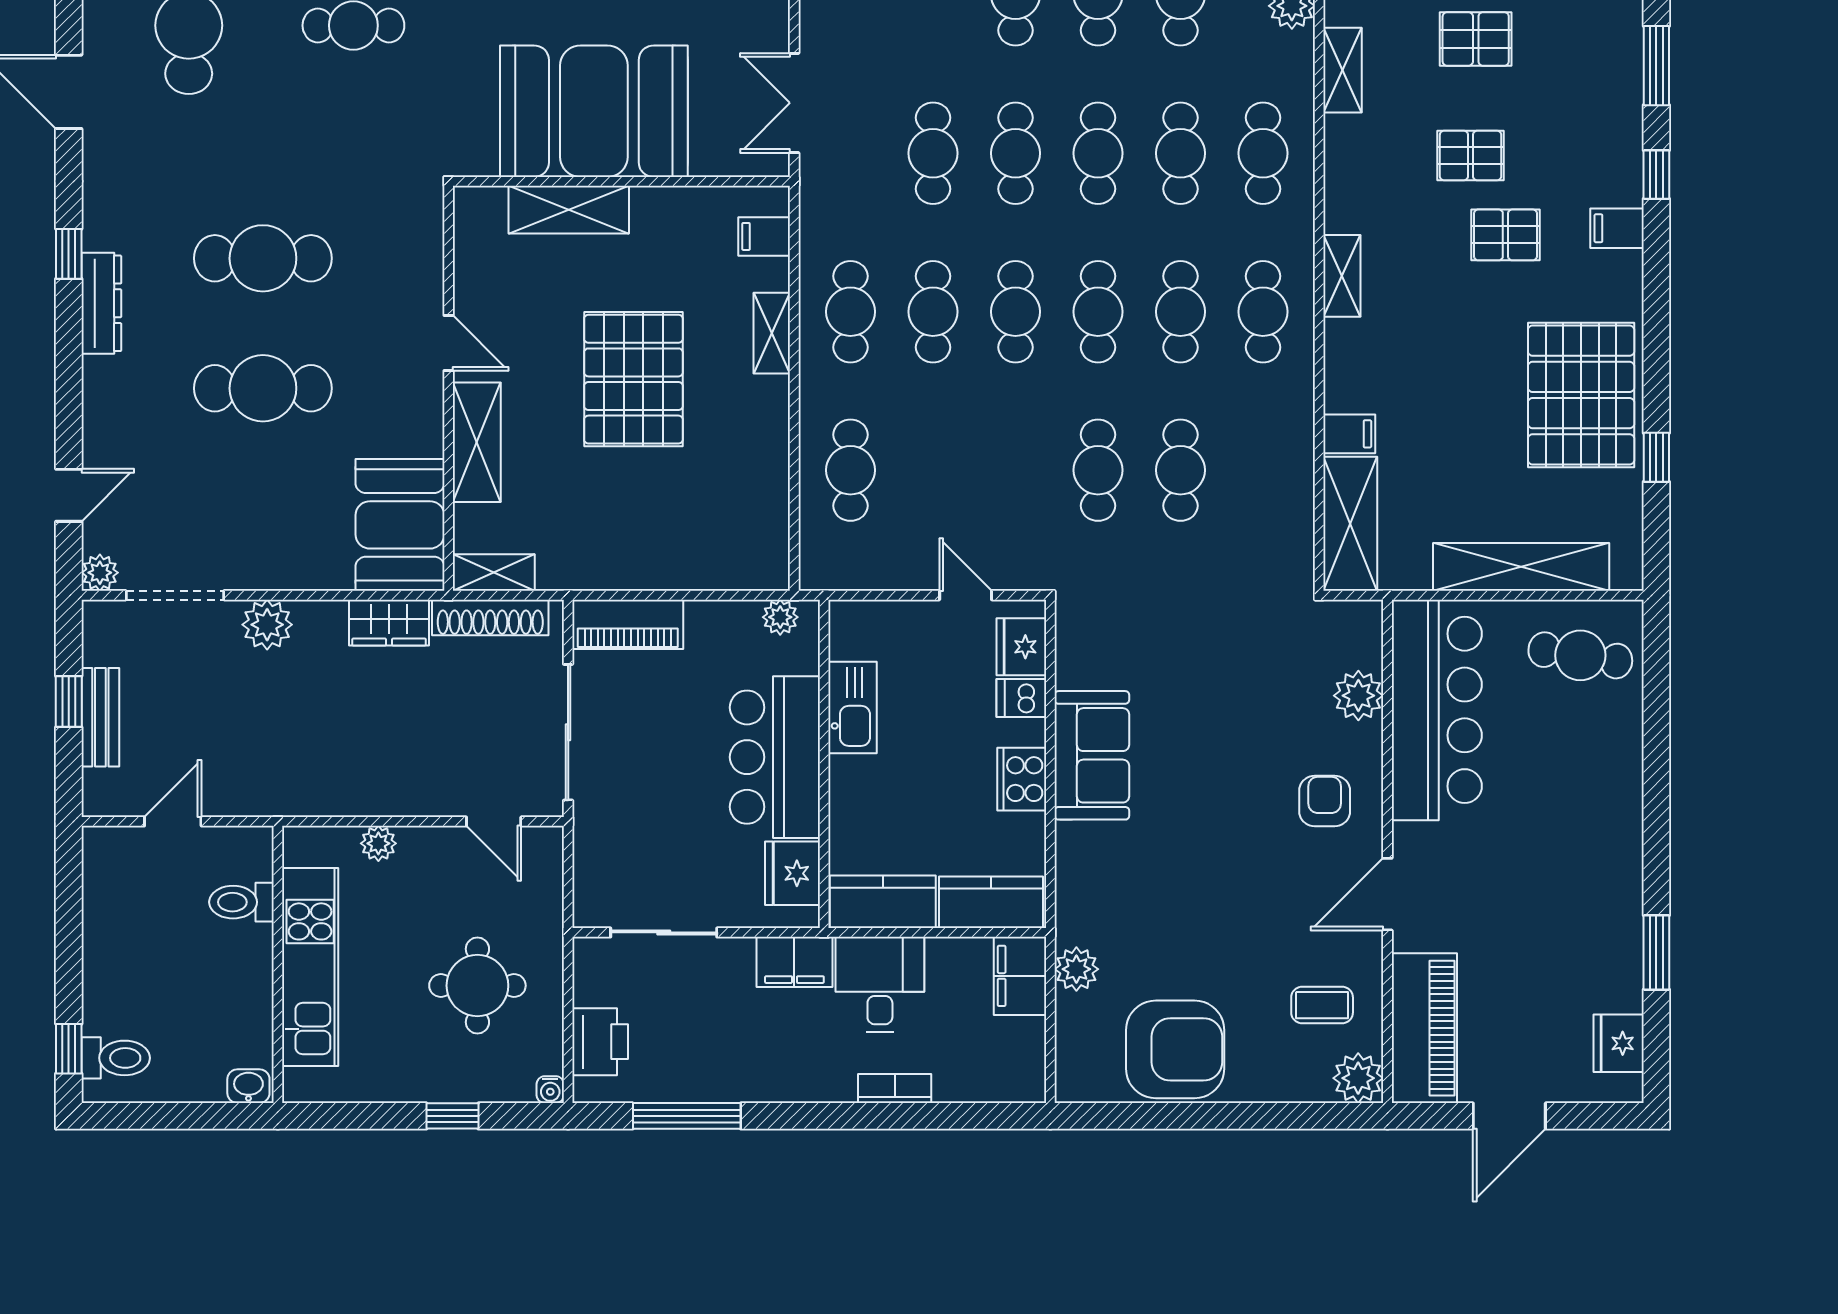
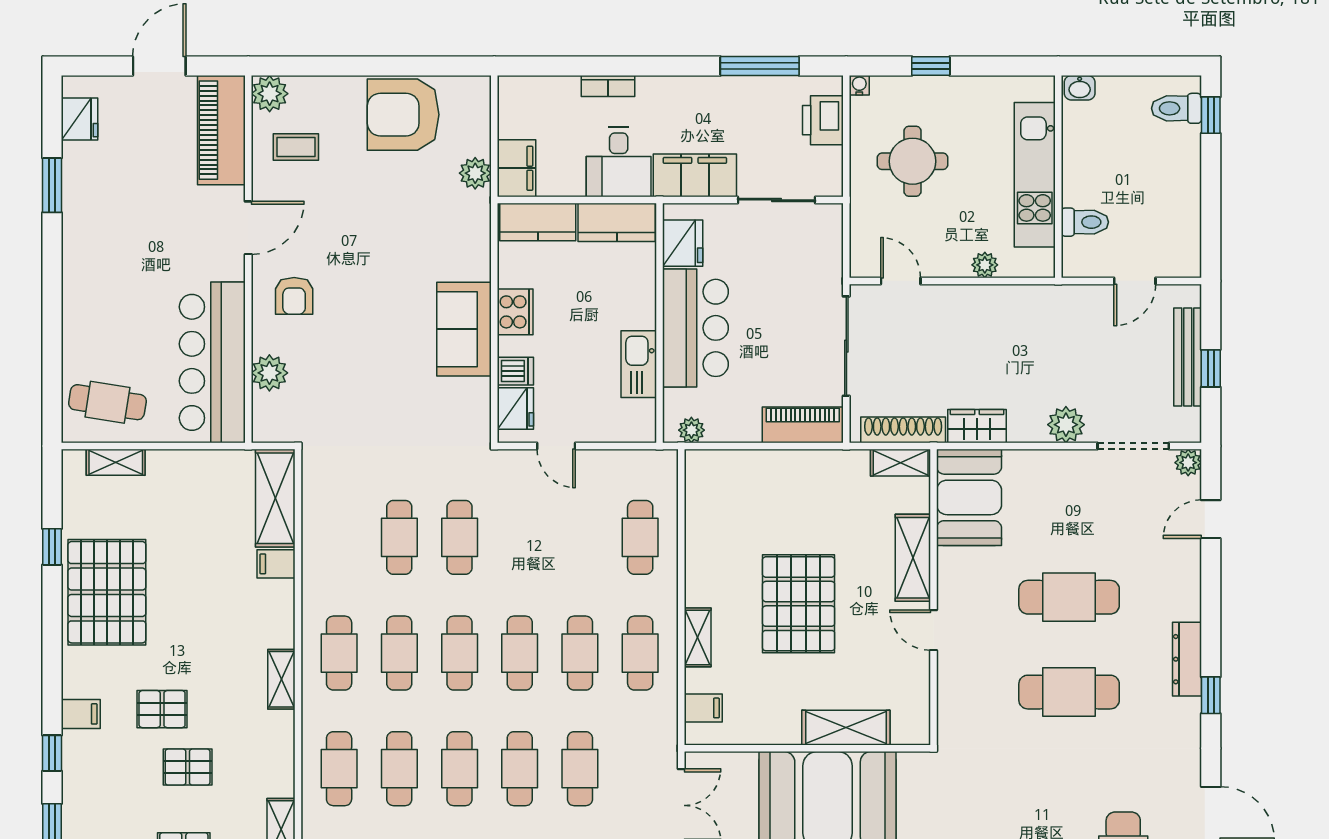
shelving: (1521, 567) -> (116, 462), width x0.45, depth x0.75
bench: (100, 717) -> (1188, 357), width x1.36
filing cabinet: (794, 962) -> (695, 175), width x1.50, depth x1.17

